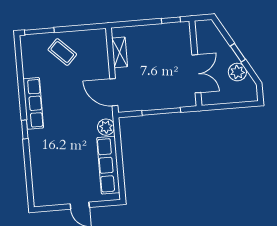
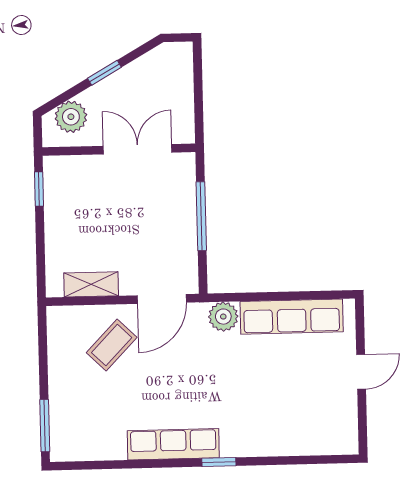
coffee table: (62, 52) -> (112, 345), moved
plant: (237, 72) -> (71, 117), moved

